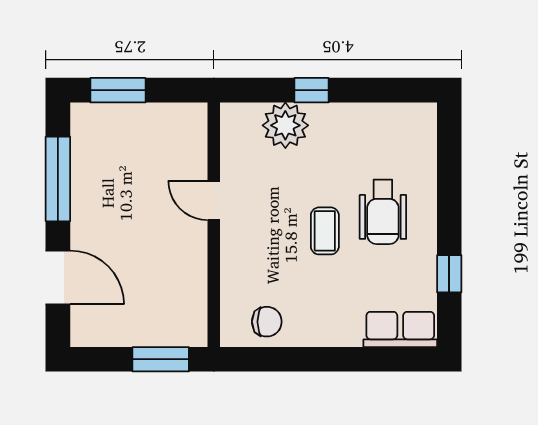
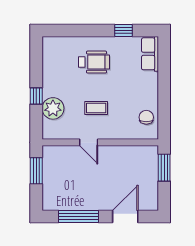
window: (118, 90) -> (36, 171), moved
door: (214, 200) -> (89, 142), hinge flipped
coffee table: (325, 231) -> (96, 108), moved

